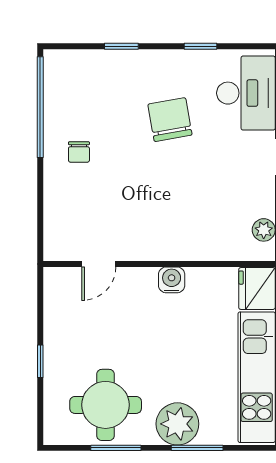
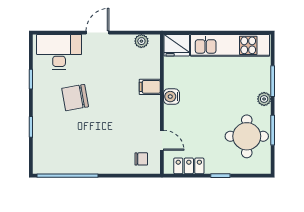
chair: (79, 152) -> (141, 159), moved
filing cabinet: (188, 244) -> (150, 87), added
locker: (56, 309) -> (189, 166), added
plant: (177, 424) -> (264, 99), width x0.53, depth x0.53

